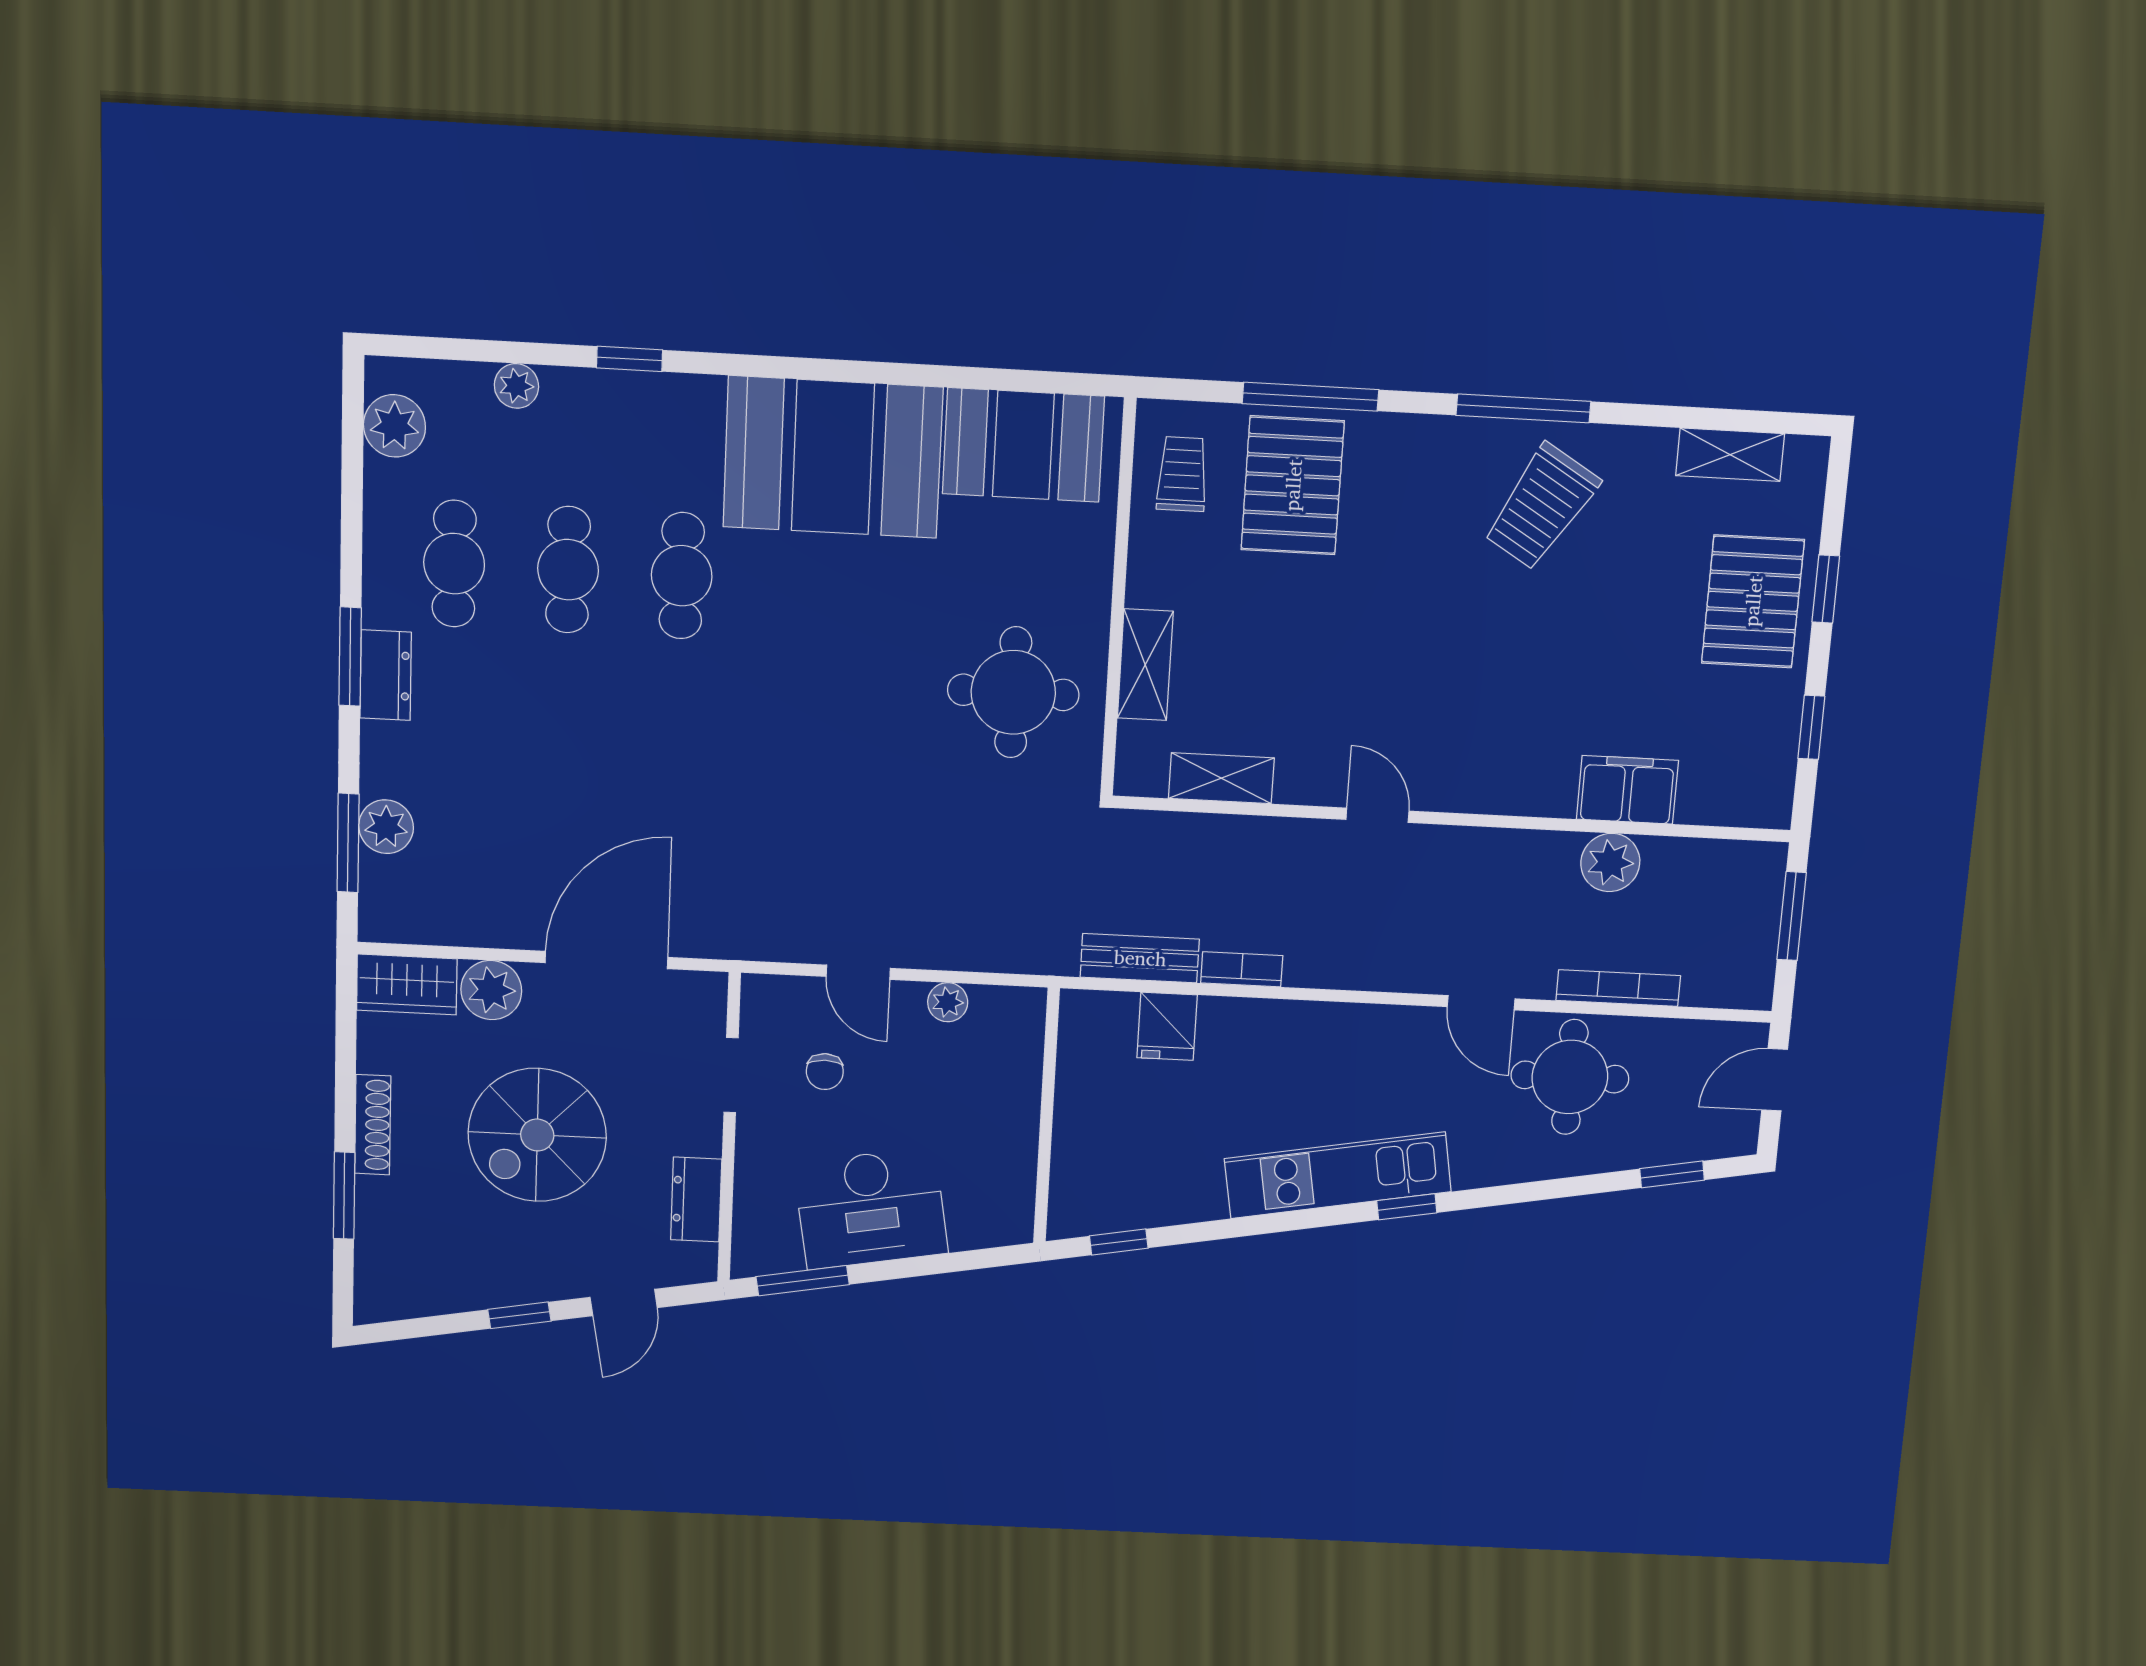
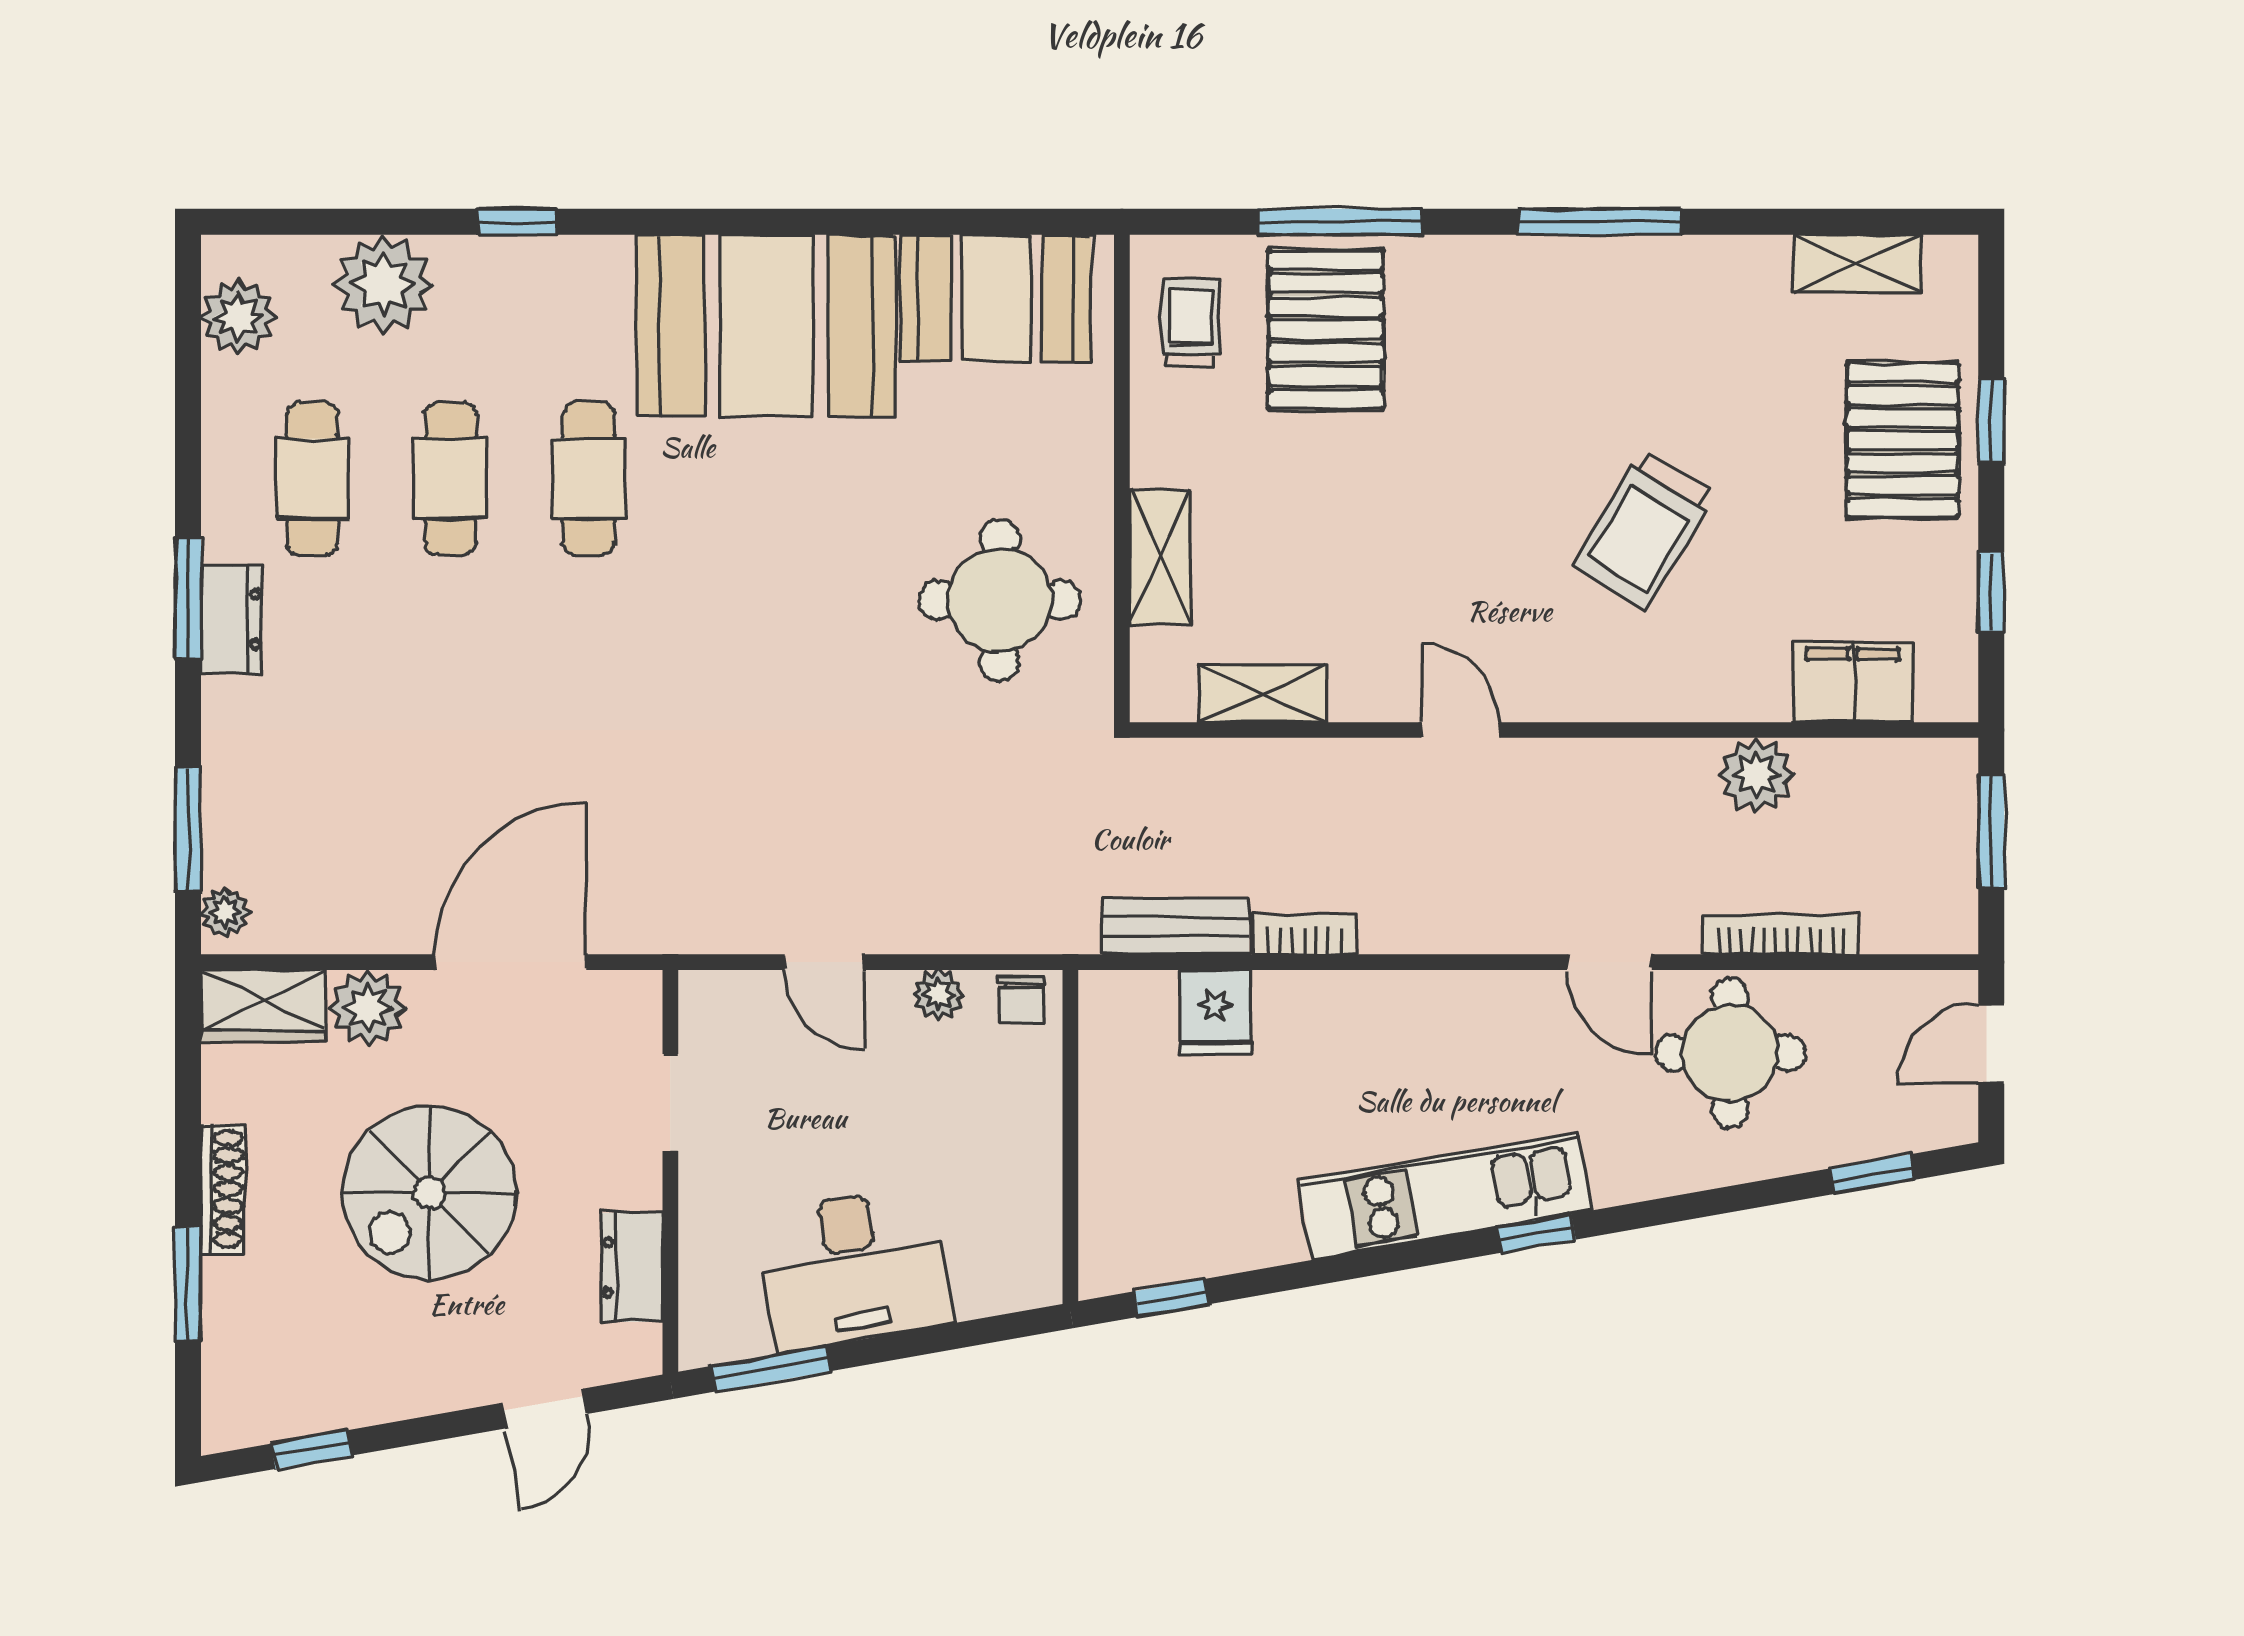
plant: (516, 386) -> (383, 284), width x1.87, depth x1.87
trolley: (1541, 507) -> (1644, 530), moved
filing cabinet: (1627, 790) -> (1853, 682), moved
plant: (386, 827) -> (225, 912), moved, width x0.73, depth x0.73
chair: (825, 1072) -> (1021, 1000), moved
window: (519, 1315) -> (312, 1449), moved

